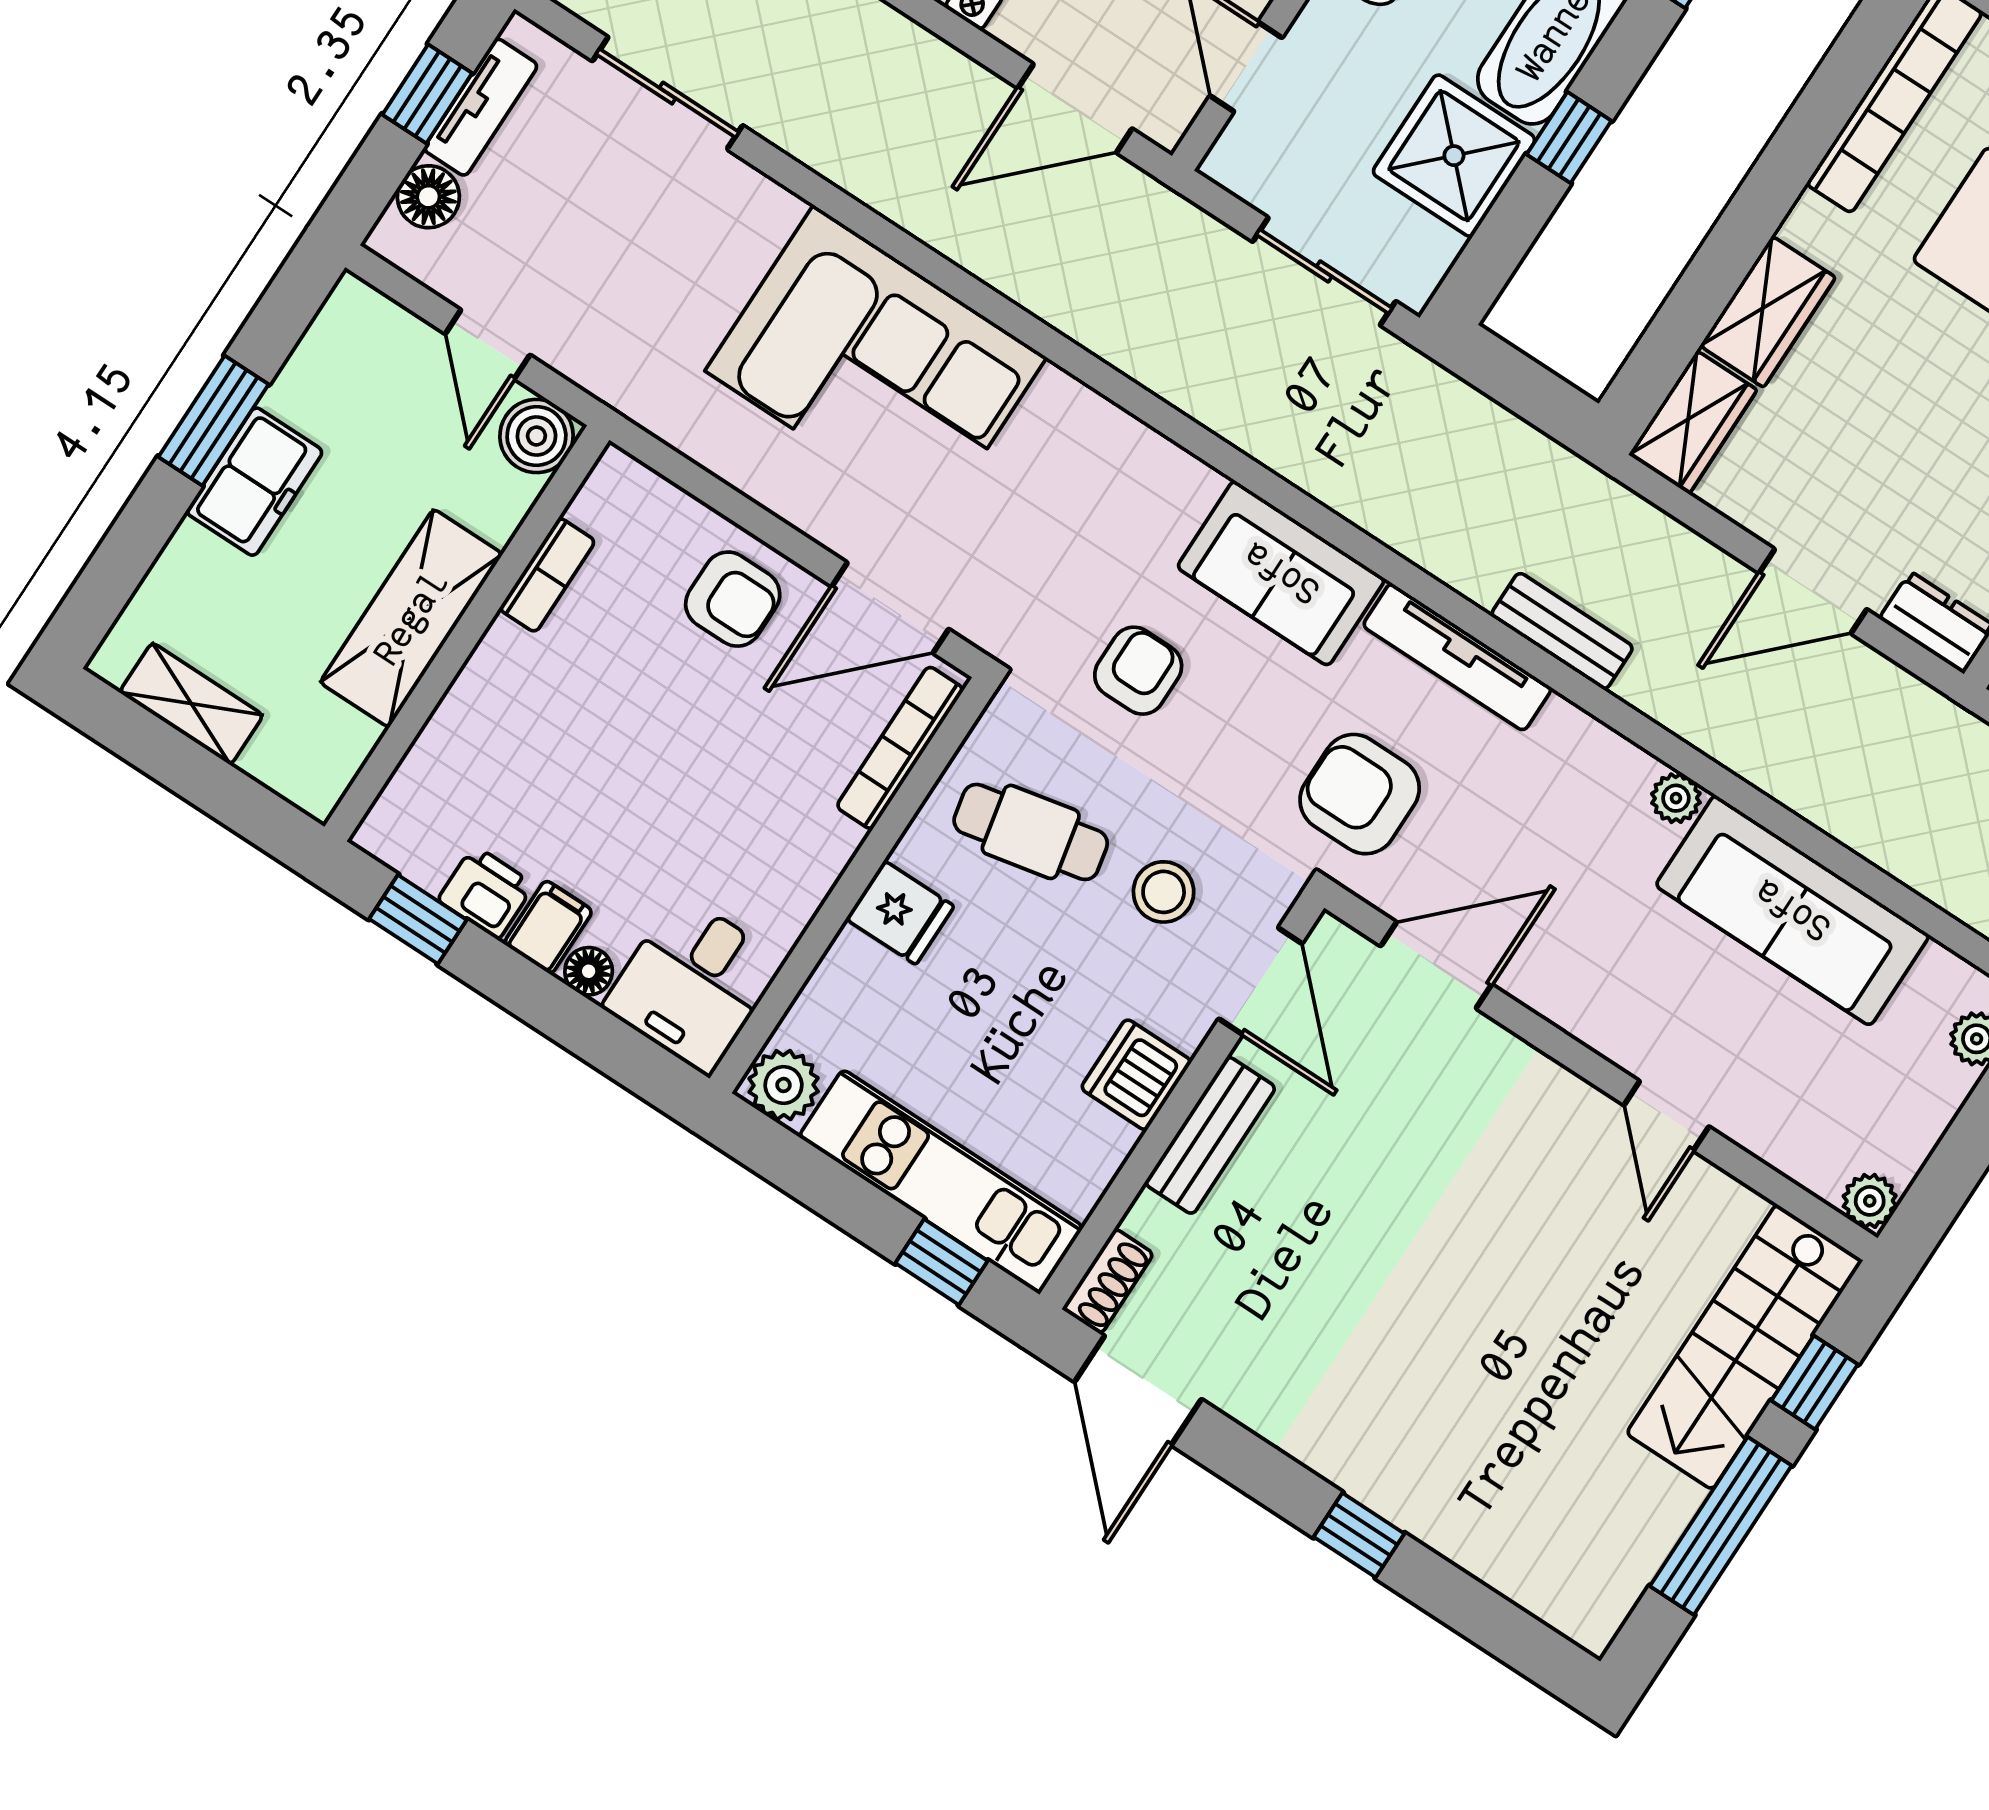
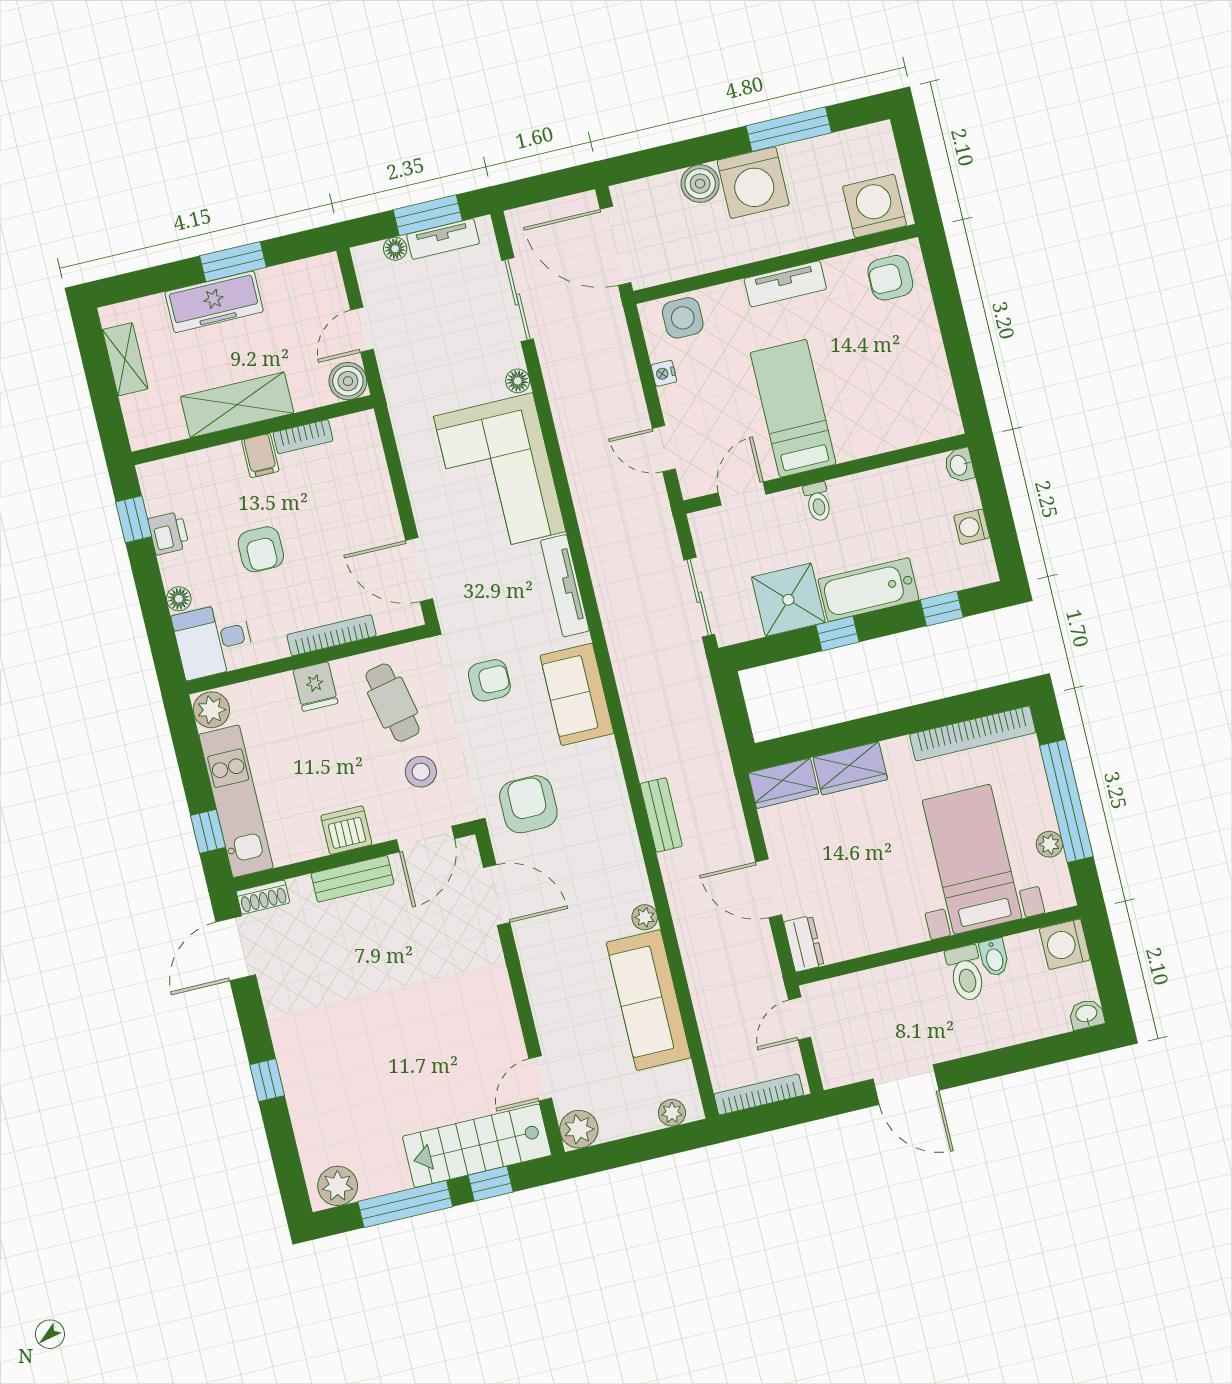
window: (427, 94) -> (428, 215), width x1.50
door: (1075, 108) -> (664, 449), width x0.73
floor lamp: (428, 197) -> (395, 249), width x0.73, depth x0.73
floor lamp: (777, 208) -> (518, 381), added
freezer: (254, 482) -> (214, 302), width x1.40
armchair: (733, 599) -> (261, 549), moved
tv unit: (1457, 657) -> (565, 586), moved
bookcase: (900, 748) -> (331, 635), moved
filing cabinet: (548, 927) -> (260, 455), moved, turned 90
door: (1666, 1116) -> (540, 1078), moved
plant: (1870, 1201) -> (579, 1129), width x1.38, depth x1.38
plant: (1601, 1591) -> (338, 1186), added

